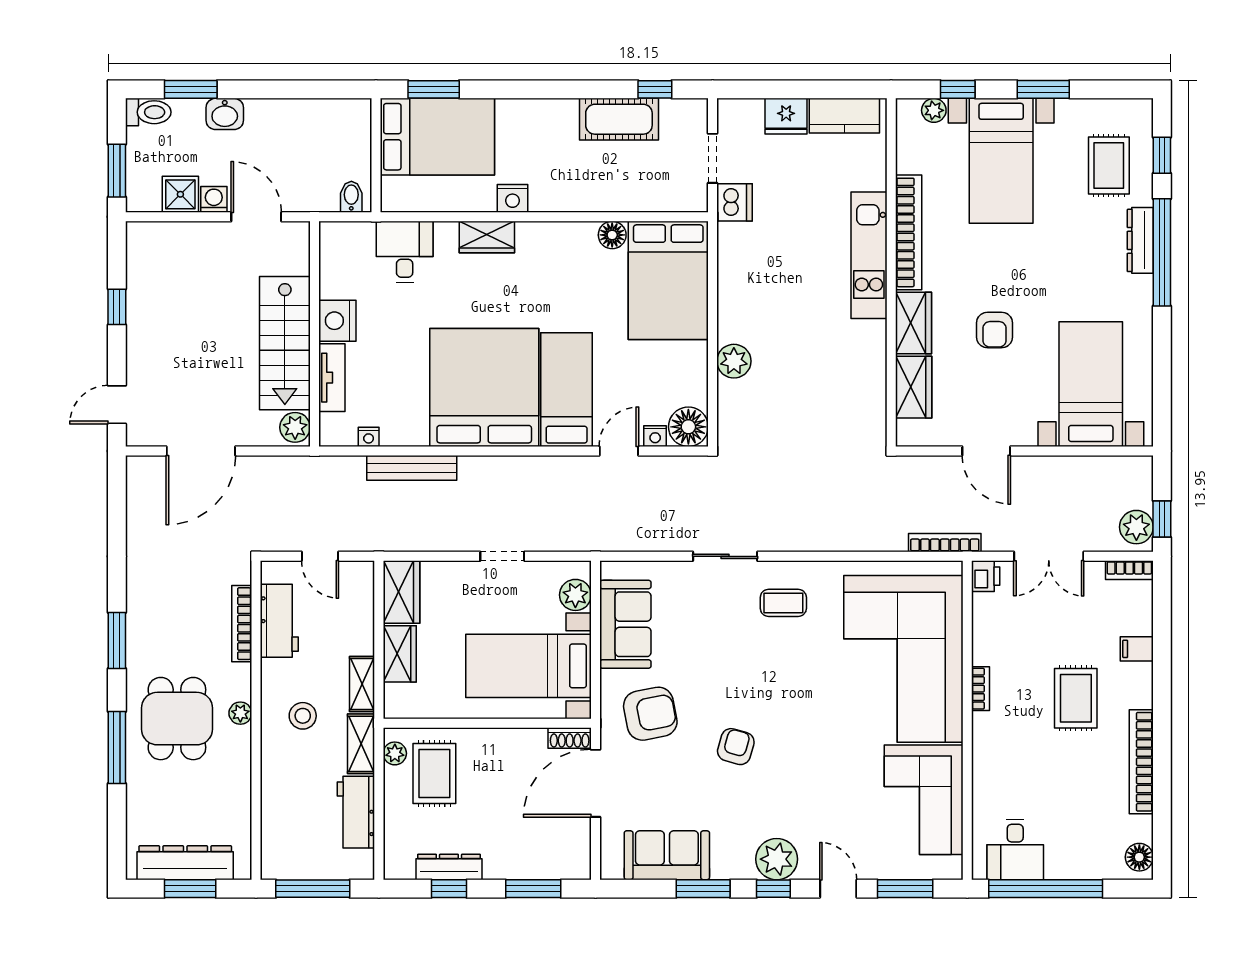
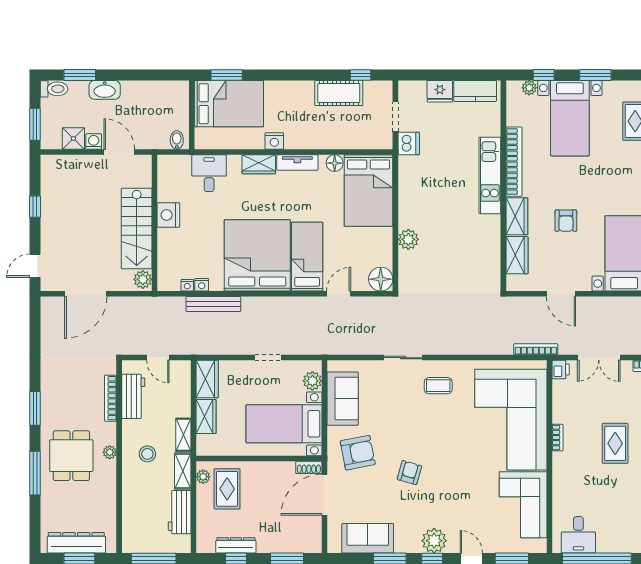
washbasin: (225, 114) -> (105, 90), width x1.38
tv unit: (332, 378) -> (297, 163), moved, turned 90
nightstand: (655, 436) -> (202, 285), moved

